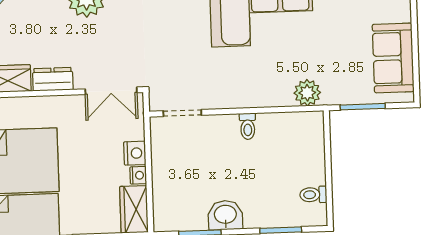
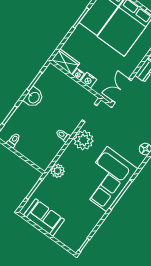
plant: (231, 90) -> (84, 140), added

